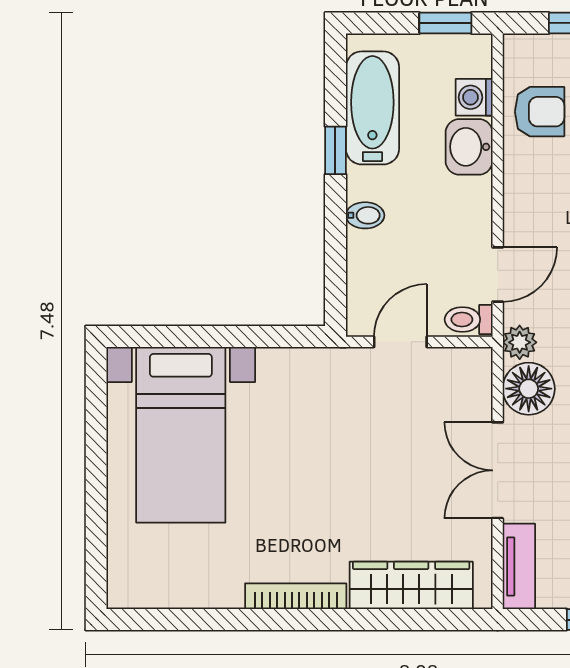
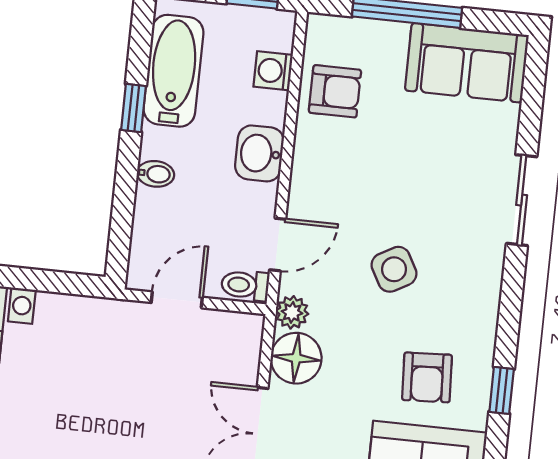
washbasin: (469, 147) -> (259, 153), moved

